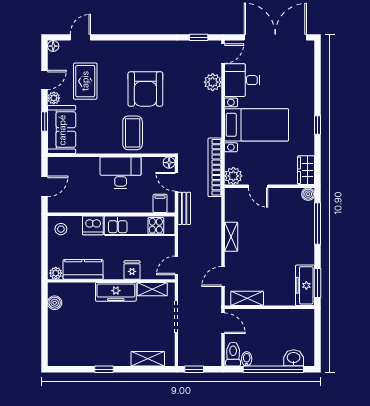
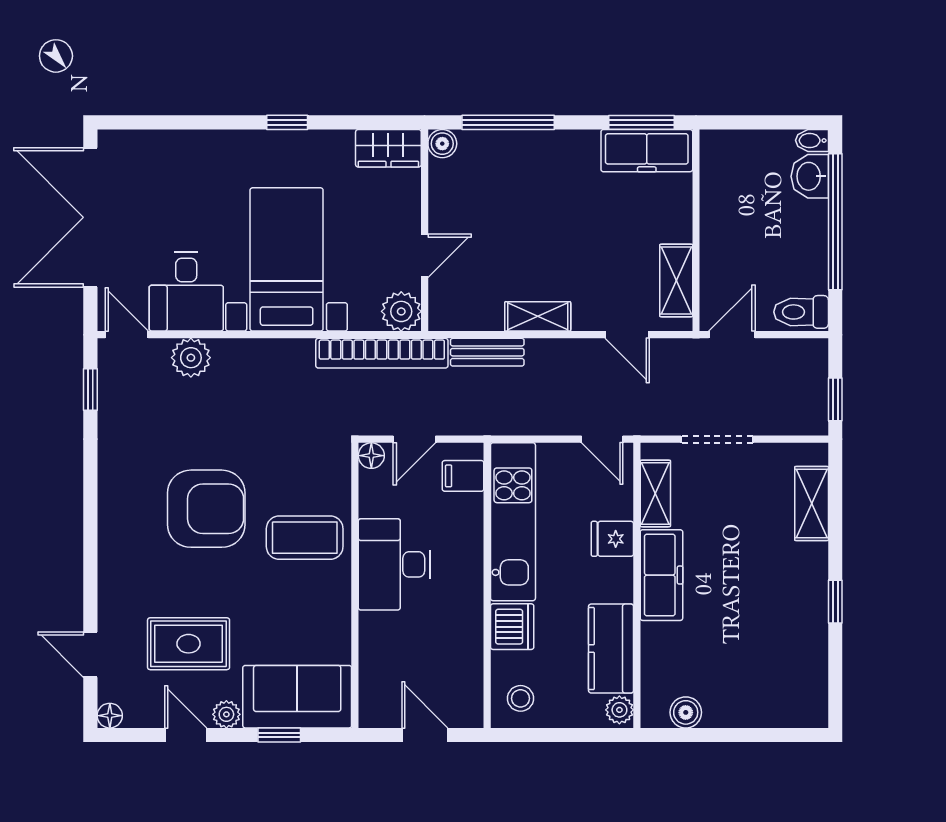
bench: (184, 208) -> (487, 352), moved
bidet: (247, 359) -> (812, 140), moved

